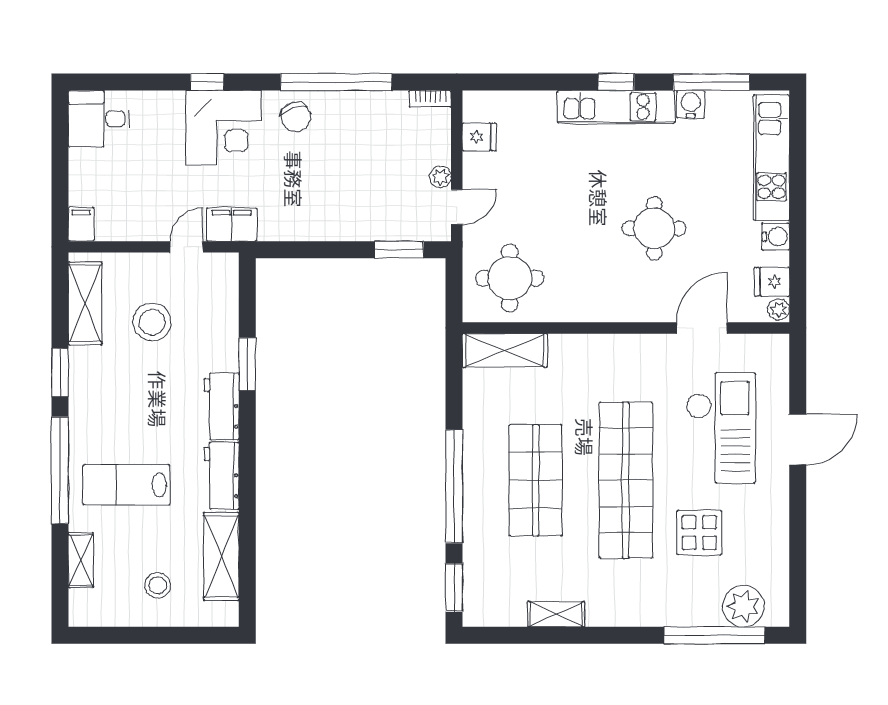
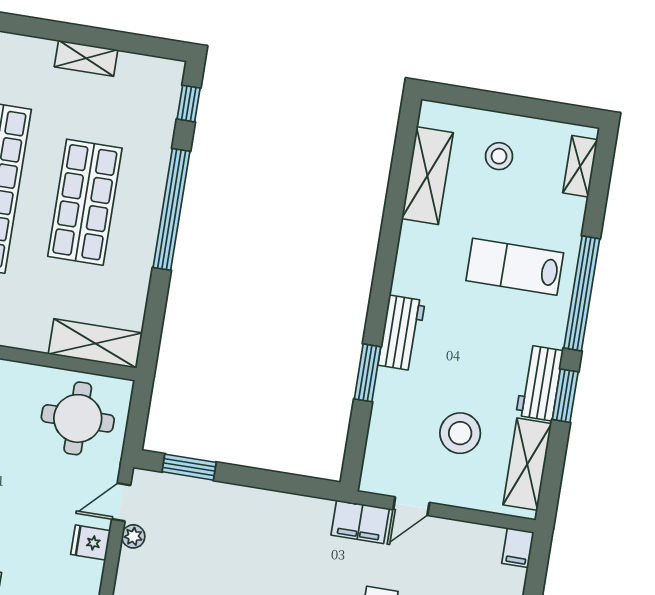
fridge: (479, 137) -> (91, 542), moved
workbench: (222, 476) -> (540, 383), moved, turned 180
lab bench: (126, 485) -> (515, 267), turned 180
shelving: (81, 560) -> (580, 166), moved
window: (454, 588) -> (189, 104), width x0.67

